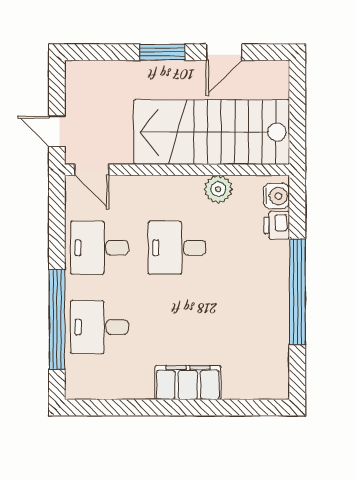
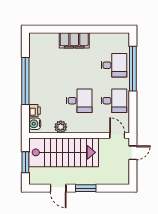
door: (224, 52) -> (58, 188), swing flipped
window: (297, 110) -> (25, 162), added
door: (57, 131) -> (133, 153), hinge flipped

